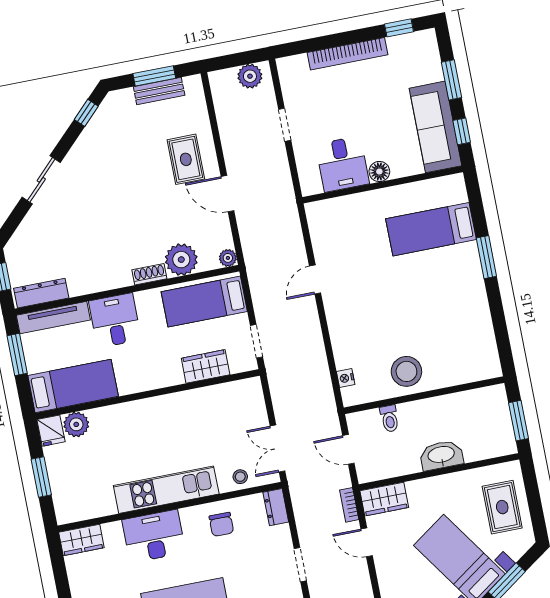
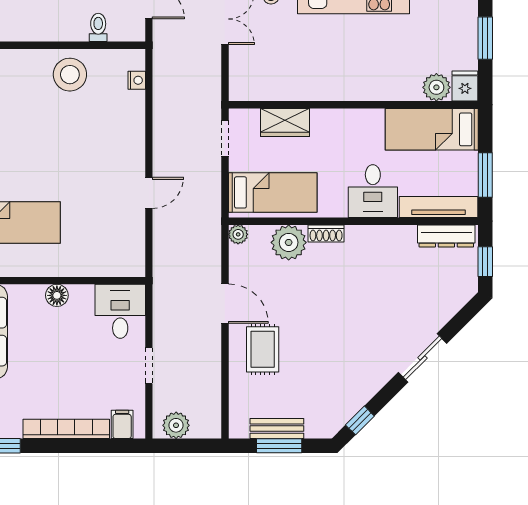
filing cabinet: (298, 67) -> (122, 424), added
desk: (342, 164) -> (120, 311), moved

